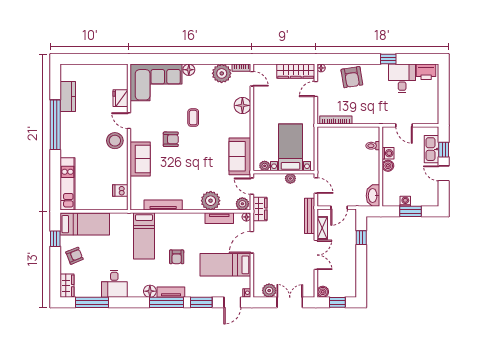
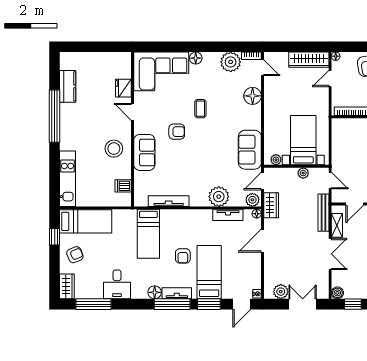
stool: (115, 141) -> (114, 149), moved
door: (252, 186) -> (262, 181), hinge flipped
bed: (225, 265) -> (209, 272), moved, turned 90

